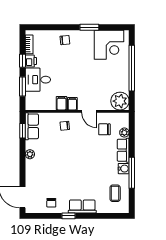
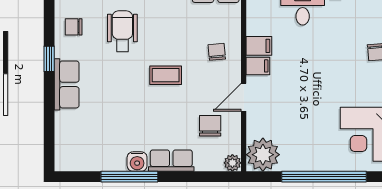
plant: (124, 133) -> (232, 163), moved
wheelchair: (54, 176) -> (122, 31), added
coffee table: (115, 193) -> (166, 75), moved

